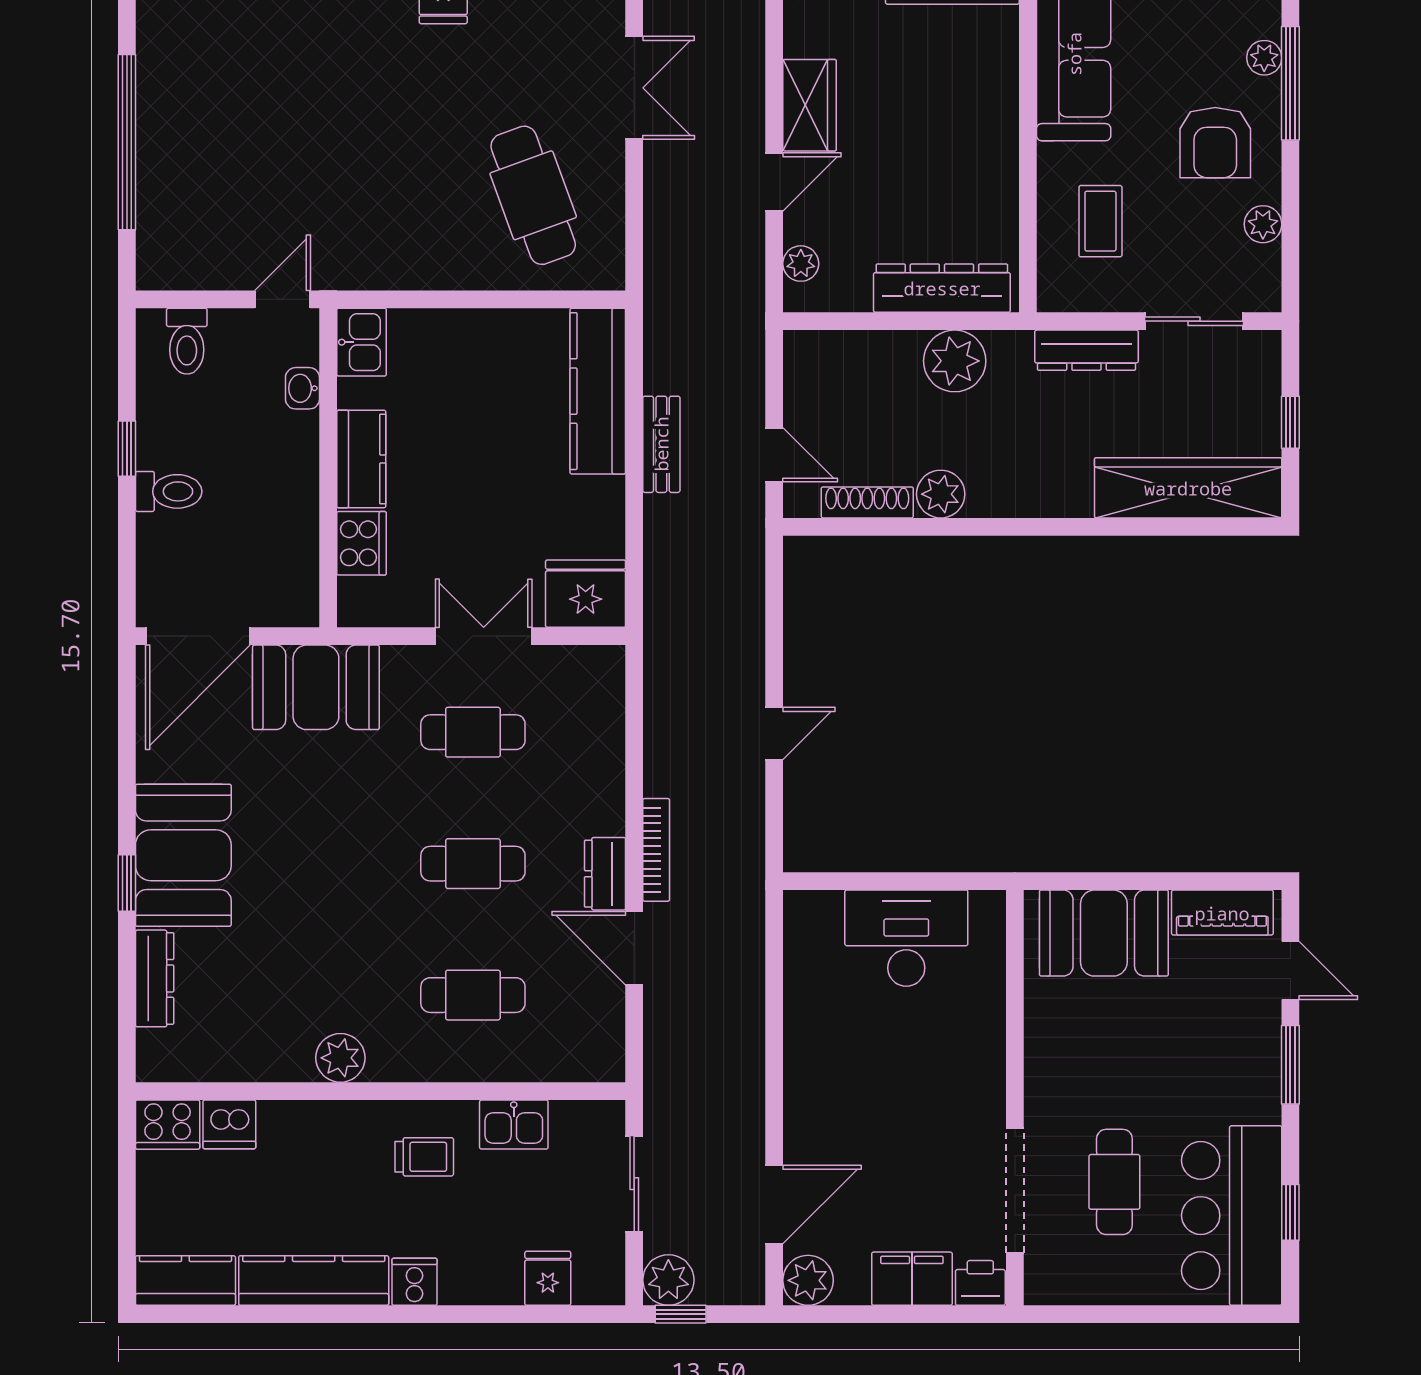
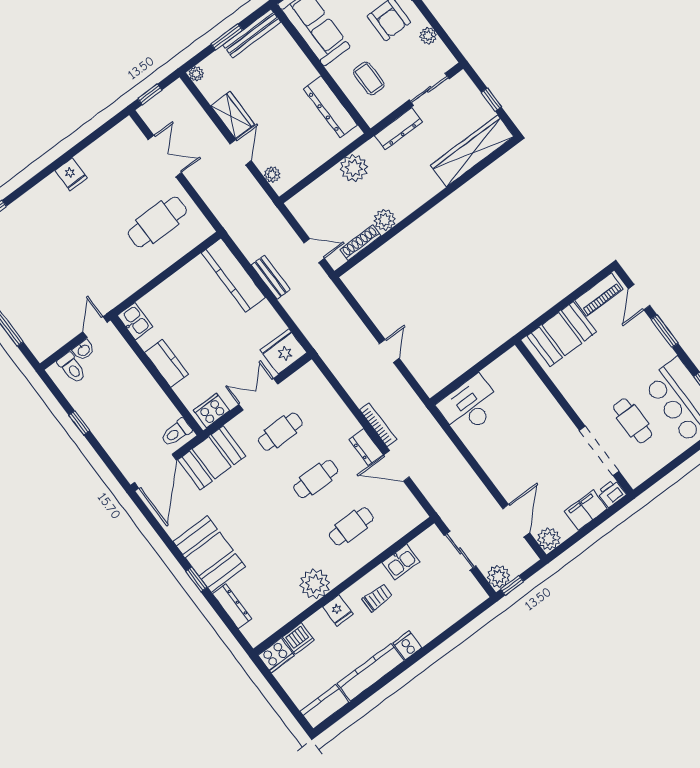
cafe table: (533, 195) -> (157, 222), turned -70
dresser: (942, 288) -> (331, 107), moved, turned -90
washbasin: (302, 388) -> (84, 350), moved, turned -90
toilet: (169, 491) -> (176, 433), moved, turned 180
cooker: (361, 543) -> (211, 410), moved, turned -90
desk: (906, 938) -> (470, 406), moved
door: (1290, 971) -> (639, 297), swing flipped
plant: (340, 1058) -> (315, 584), width x1.36, depth x1.36
fridge: (548, 1278) -> (338, 611), moved, turned 180

